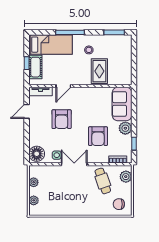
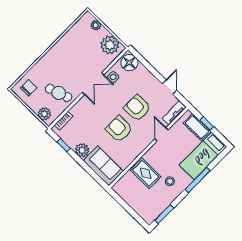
armchair: (98, 136) -> (119, 129), moved
plant: (34, 182) -> (110, 45), width x1.88, depth x1.88

